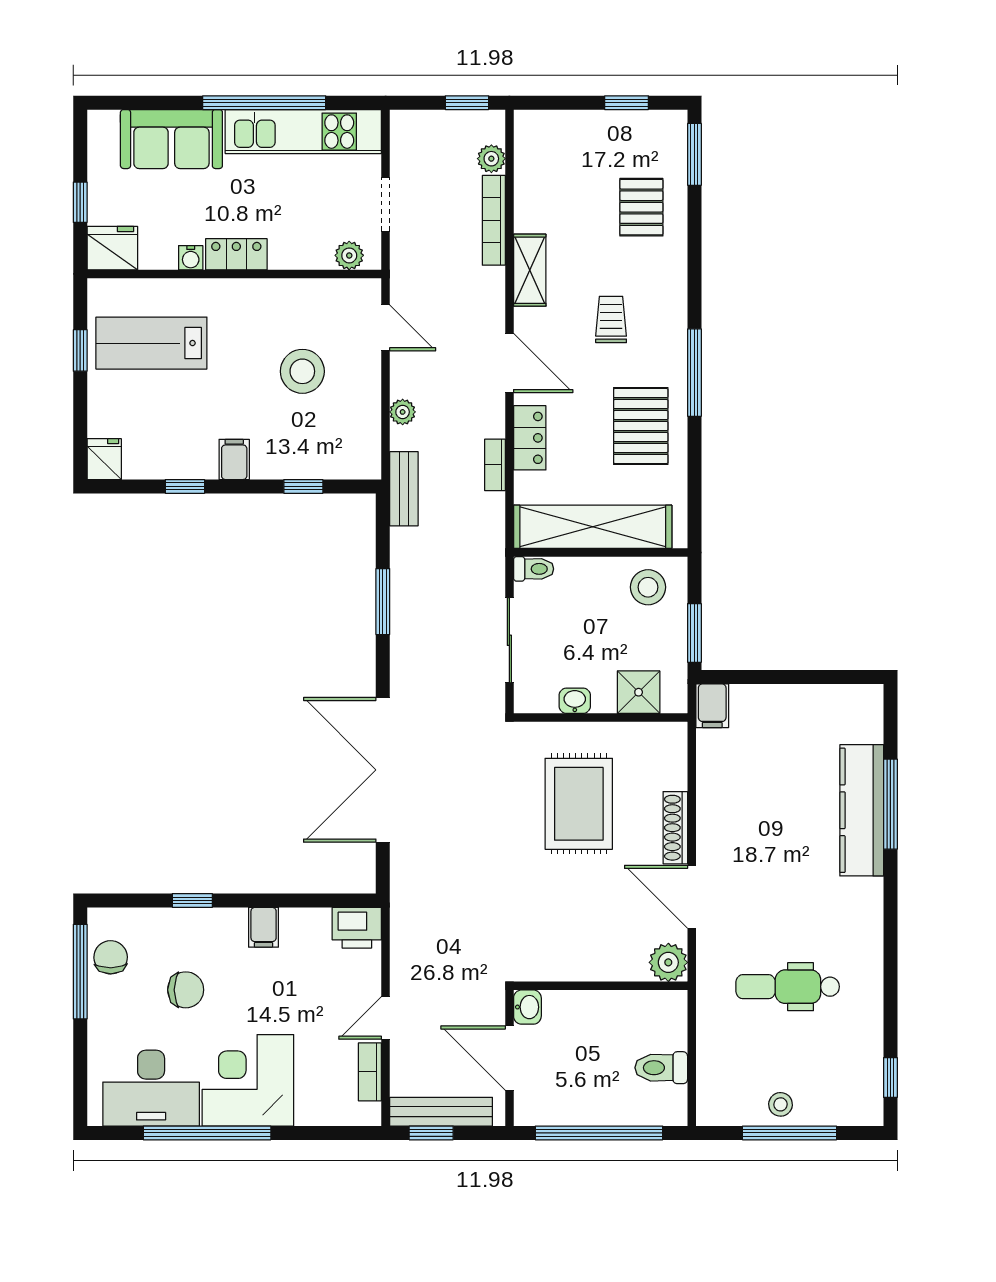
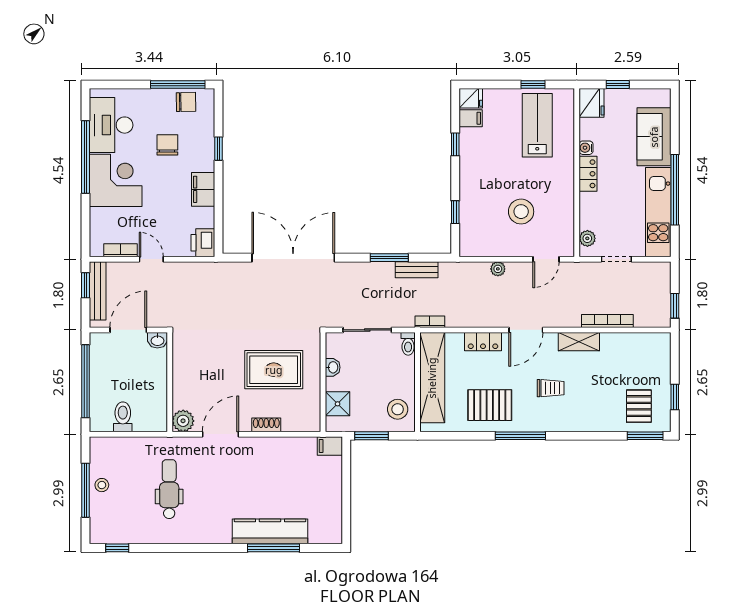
plant: (491, 159) -> (643, 320), removed
pallet: (641, 207) -> (639, 406), moved, turned 90
filing cabinet: (234, 459) -> (471, 118), moved
bookcase: (495, 465) -> (430, 322), moved
bench: (404, 489) -> (417, 270), moved
shoe rack: (675, 828) -> (266, 425), width x0.70
filing cabinet: (264, 927) -> (203, 189), width x2.00
chair: (186, 990) -> (167, 145), turned 180

